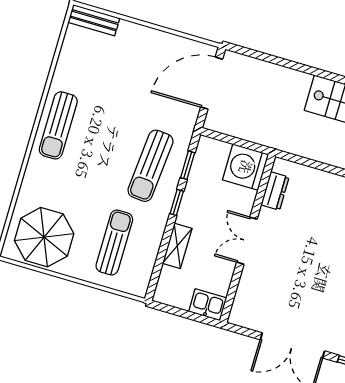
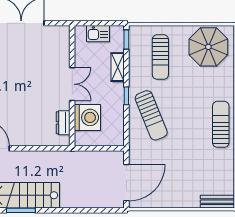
window: (188, 165) -> (126, 39), moved
sun lounger: (150, 166) -> (151, 115), turned 153
washing machine: (246, 167) -> (87, 117), moved
kitchen sink: (208, 305) -> (98, 34), moved

